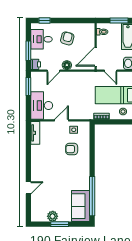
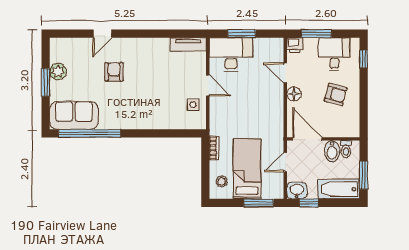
bidet: (103, 41) -> (332, 151), added
window: (28, 86) -> (242, 34), moved
armchair: (72, 149) -> (114, 72), moved
door: (28, 188) -> (102, 34), hinge flipped

